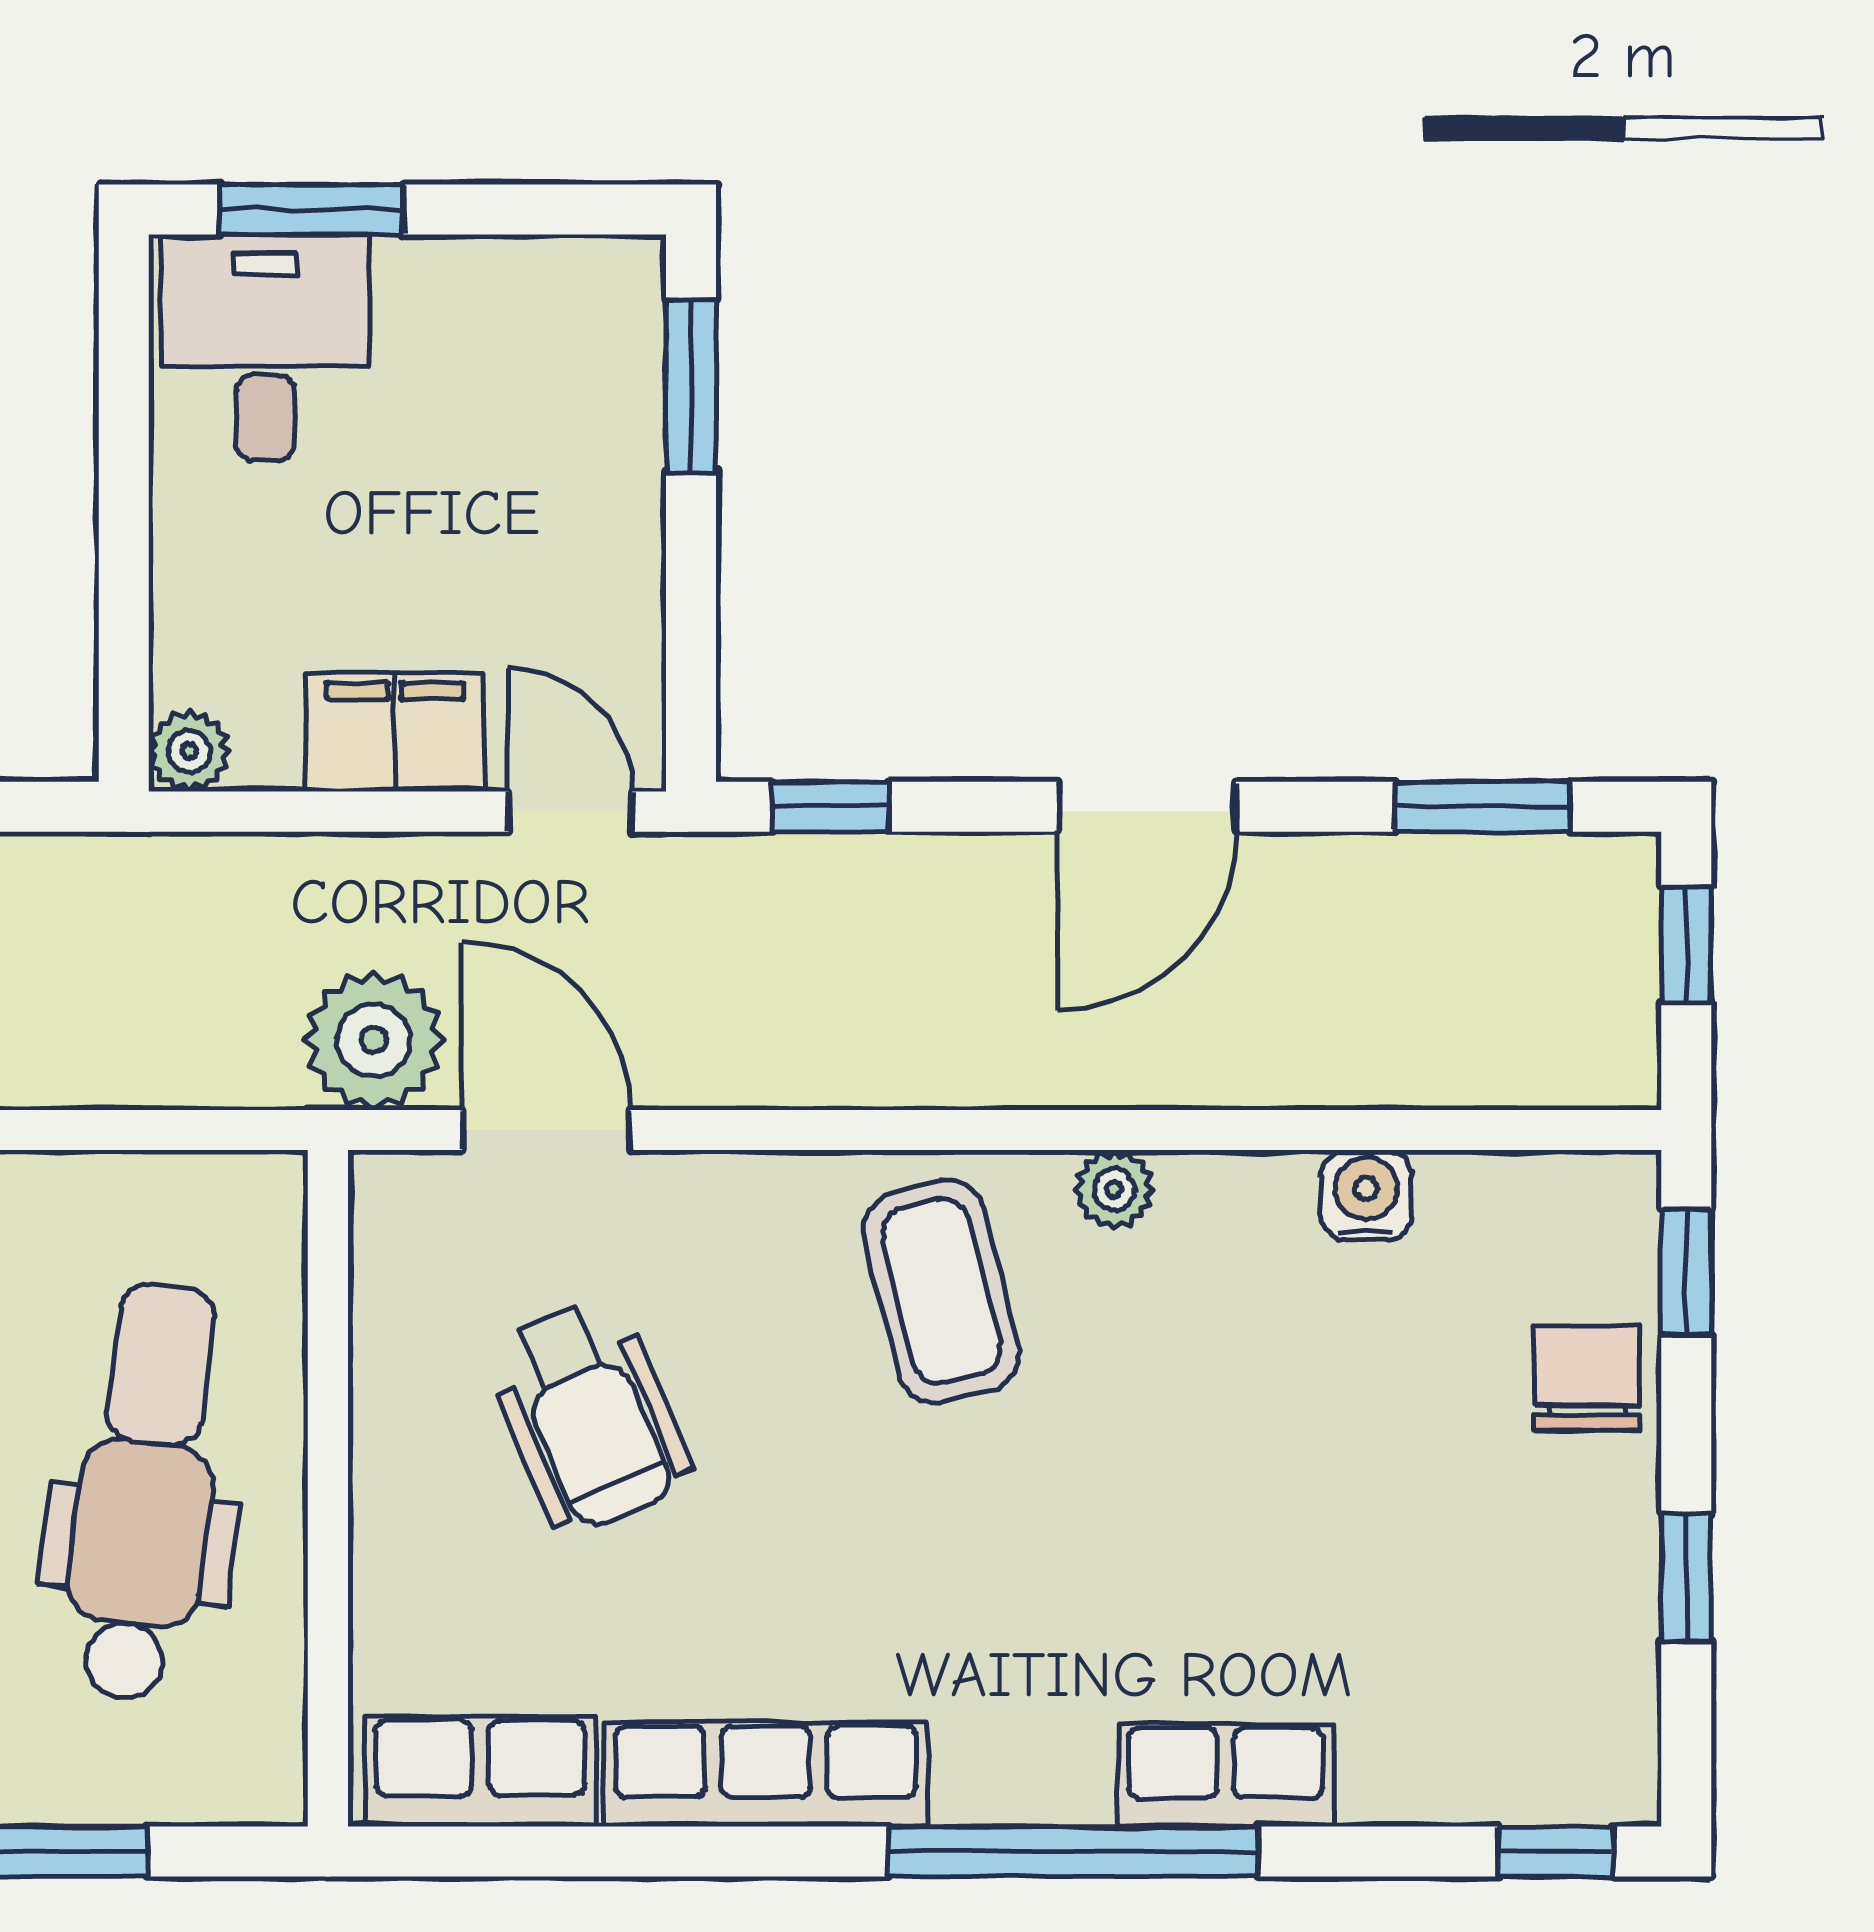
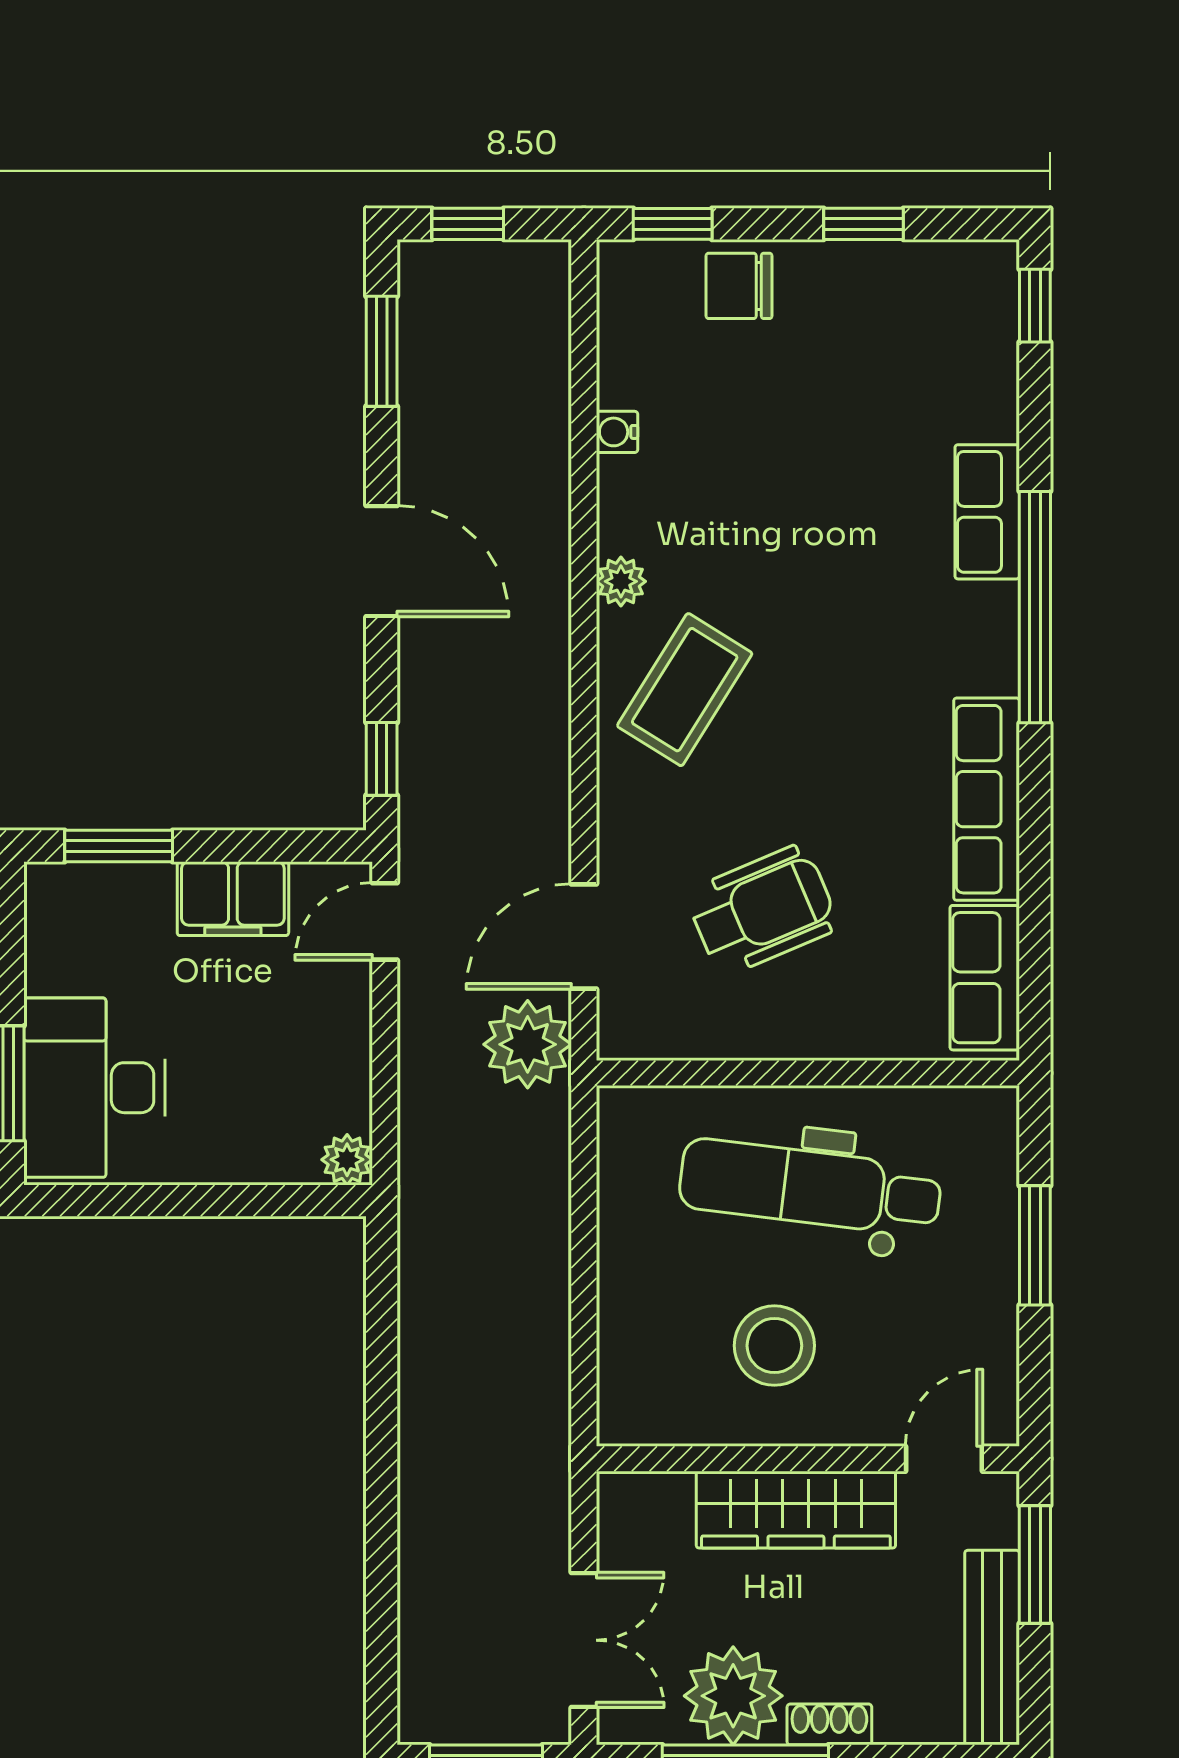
desk: (265, 347) -> (94, 1088), width x1.37
filing cabinet: (395, 732) -> (233, 899), moved, turned -90
water cooler: (1366, 1196) -> (617, 432), width x0.72, depth x0.72
coffee table: (941, 1291) -> (685, 690), turned -44

